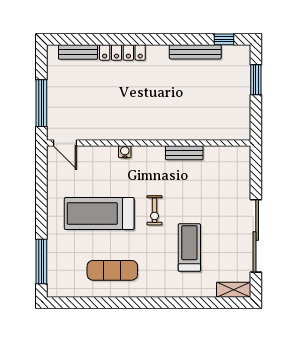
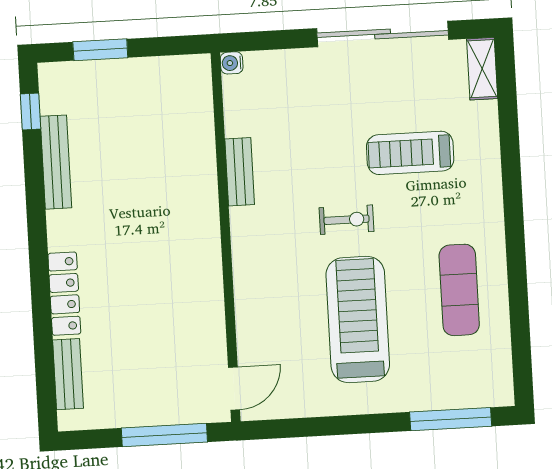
water cooler: (125, 152) -> (232, 63), moved
treadmill: (99, 213) -> (358, 319), turned 180

